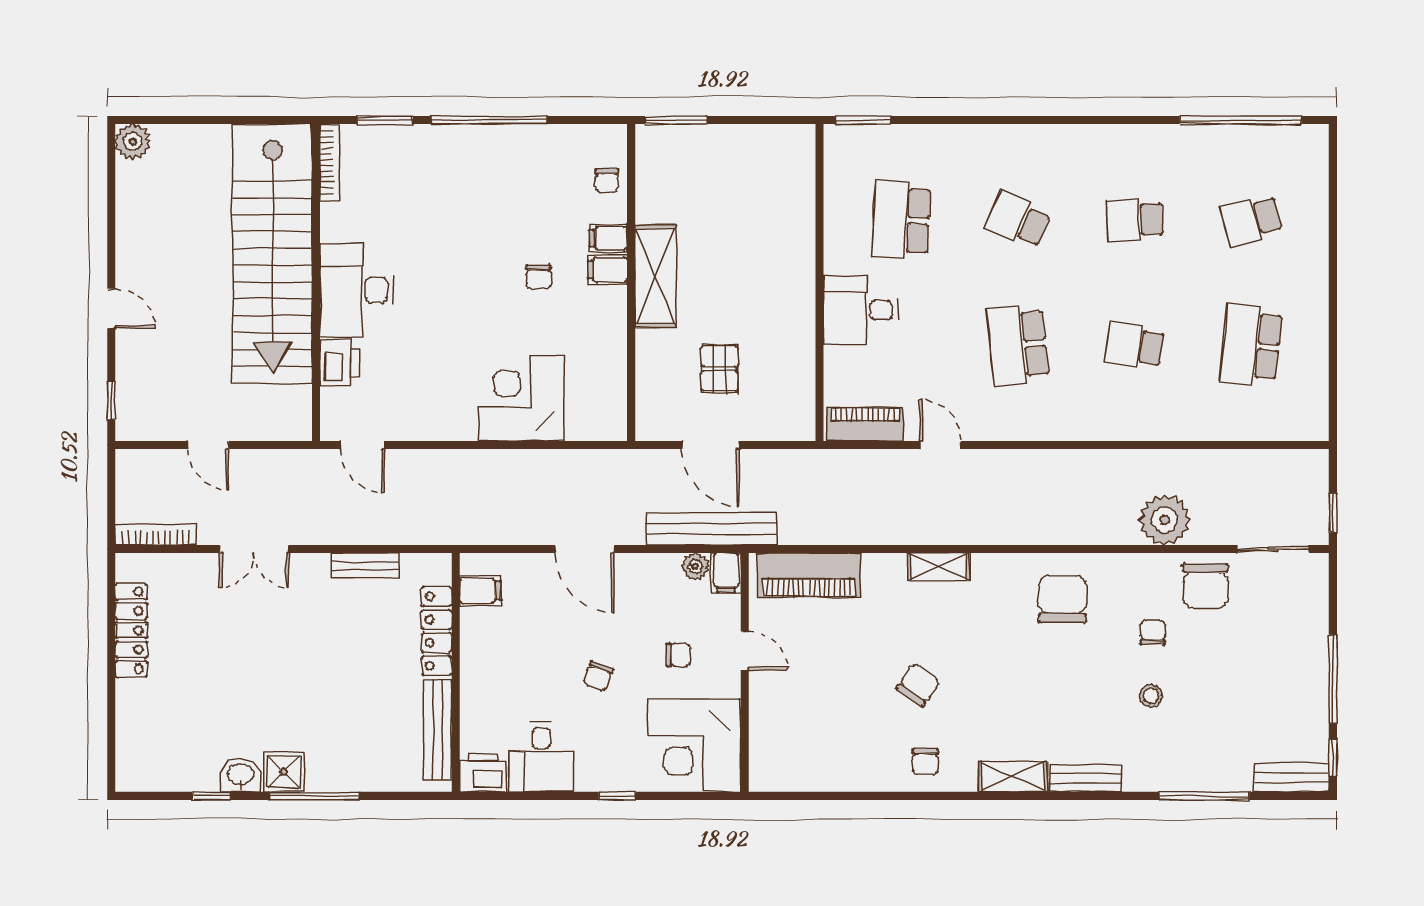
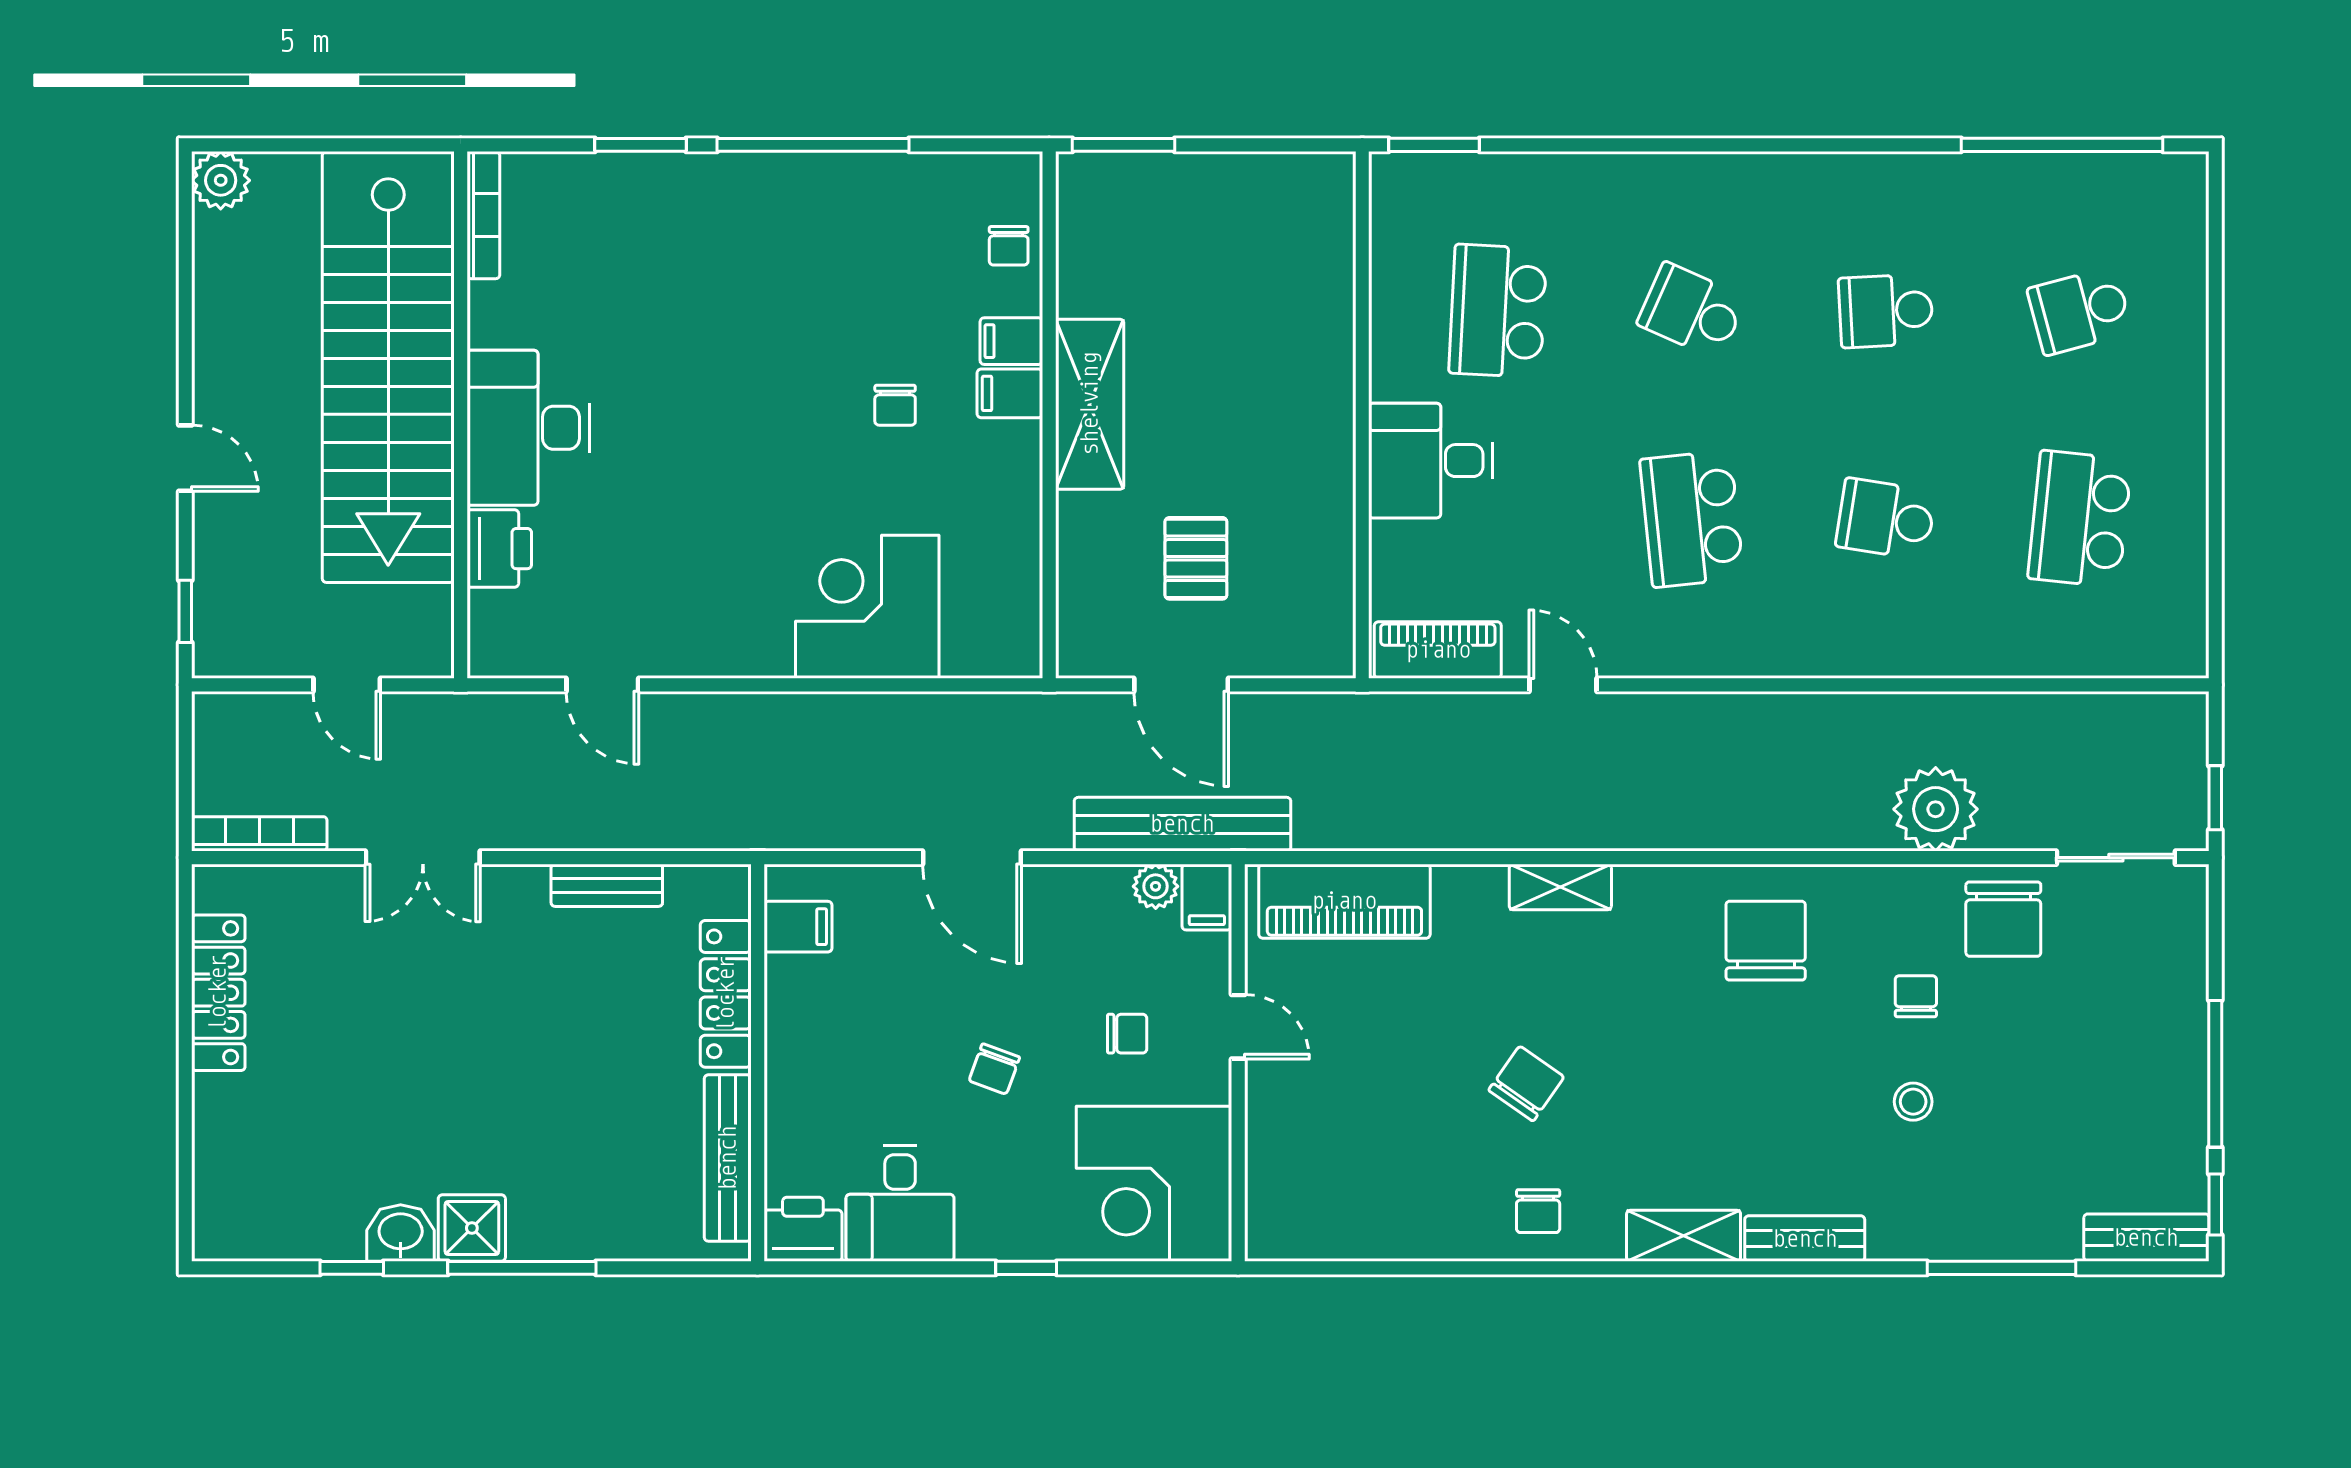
bookcase: (330, 162) -> (483, 215), moved
stairs: (272, 254) -> (388, 367), moved
wall: (316, 283) -> (461, 415), moved
desk: (357, 290) -> (528, 428), moved
printer: (339, 363) -> (499, 549), moved

